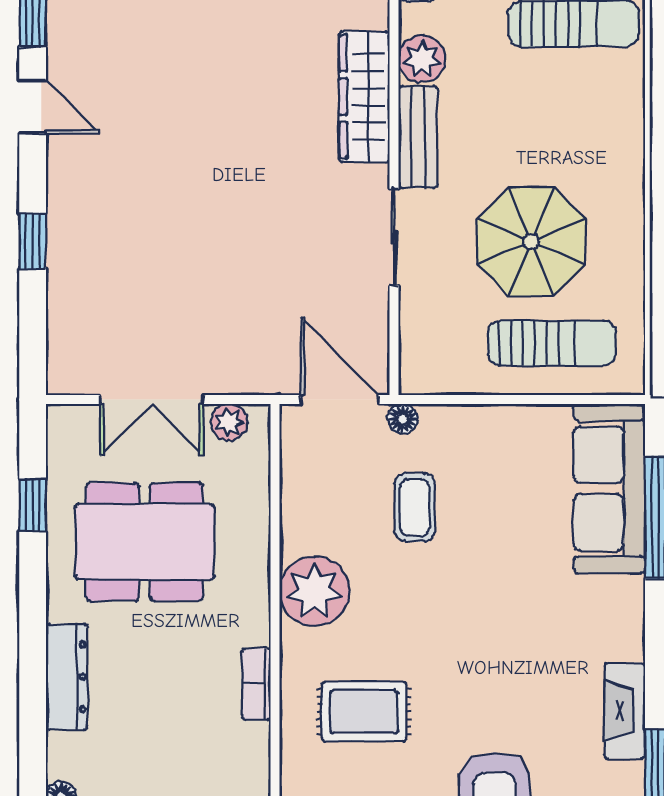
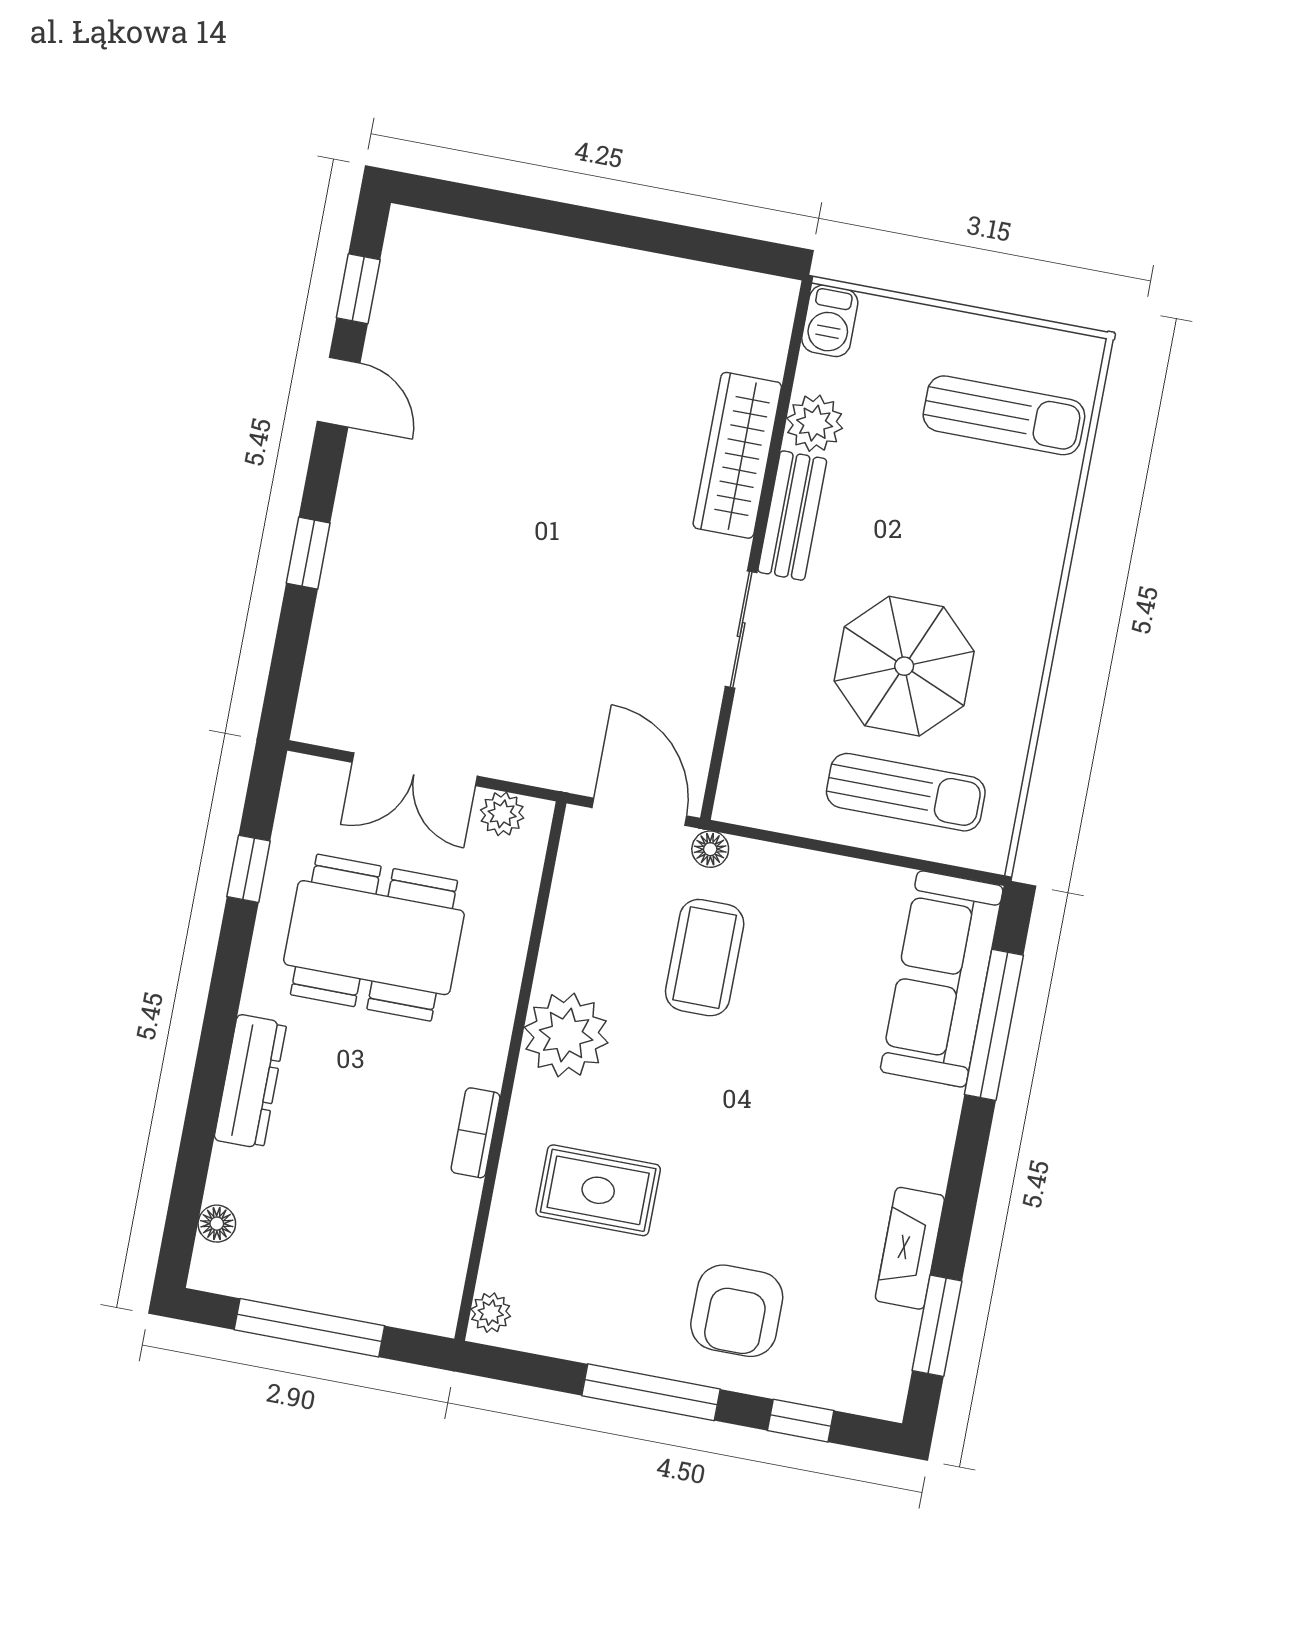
coffee table: (415, 507) -> (705, 958), width x1.36, depth x1.30

